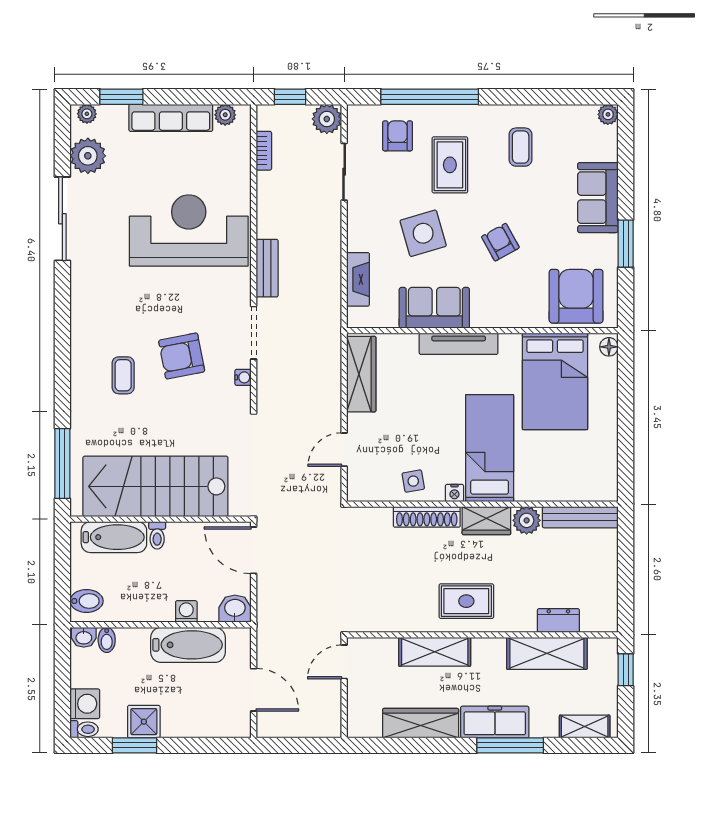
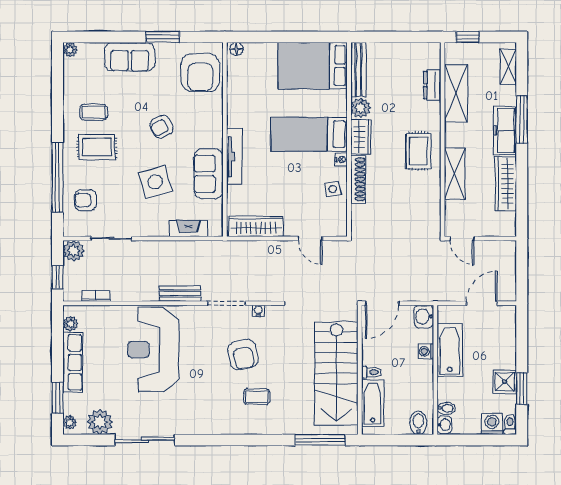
rug: (450, 165) -> (97, 147), moved
armchair: (576, 296) -> (200, 72), turned -90
bed: (555, 381) -> (313, 66), moved, turned 180

